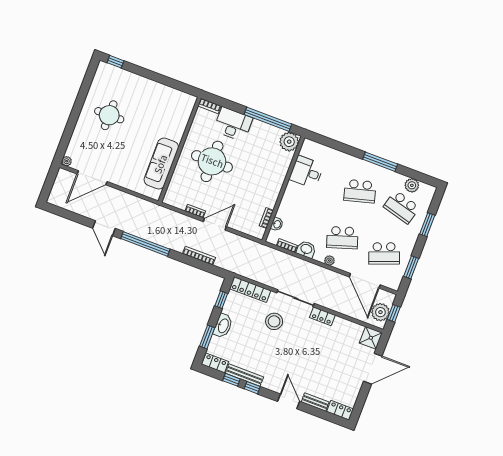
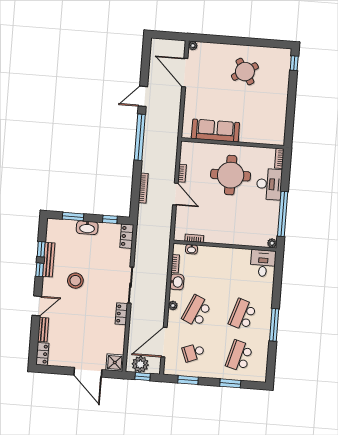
round table: (109, 115) -> (245, 72), turned -32
plant: (289, 142) -> (272, 243), width x0.53, depth x0.53
desk: (306, 172) -> (263, 263), moved
plant: (412, 185) -> (261, 359), removed
school desk: (360, 191) -> (243, 315), turned 33
school desk: (342, 238) -> (197, 311), turned 42
school desk: (384, 253) -> (193, 352), width x0.54
locker: (250, 290) -> (127, 236), width x0.66
stool: (274, 321) -> (75, 281), moved
locker: (215, 363) -> (52, 230), removed

